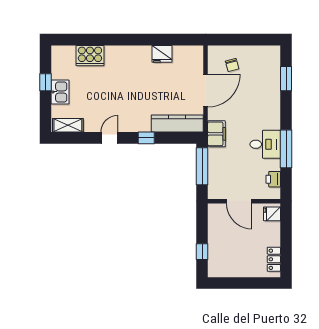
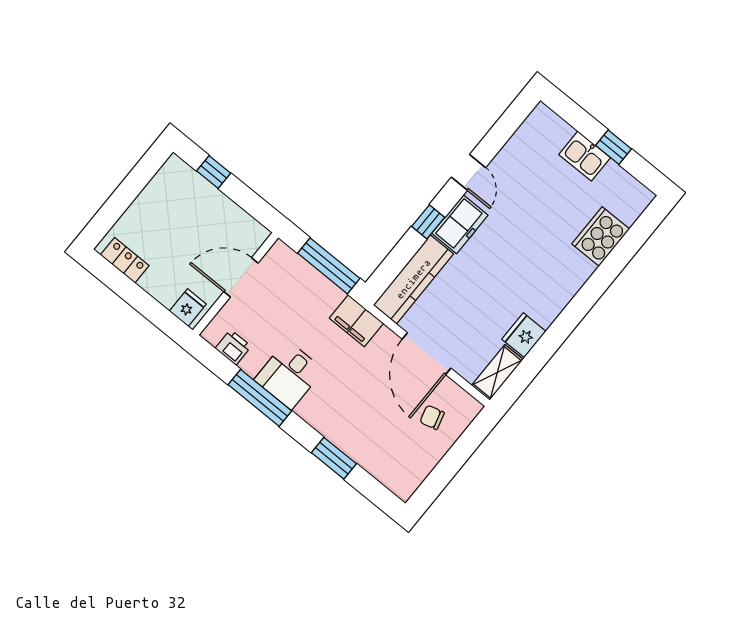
window: (286, 79) -> (334, 458), moved
freezer: (136, 123) -> (460, 224), added
shelving: (68, 125) -> (497, 372), moved

